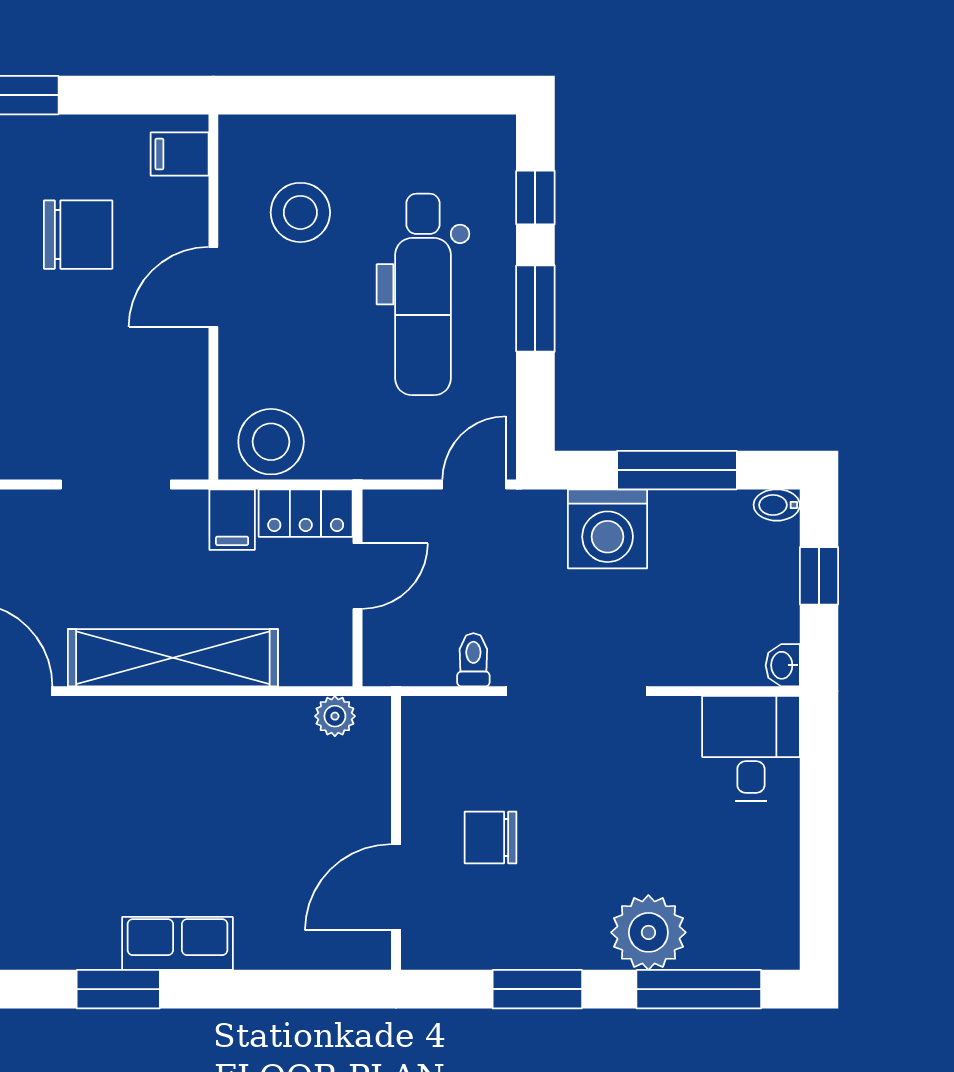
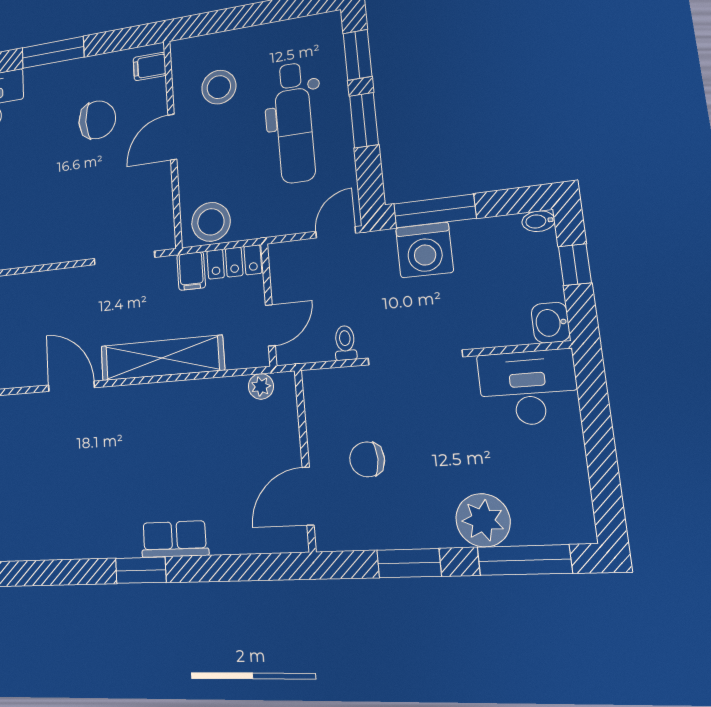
window: (535, 198) -> (358, 55), width x1.50
window: (677, 470) -> (435, 211), moved
door: (358, 576) -> (270, 325), moved
washbasin: (783, 665) -> (551, 323), width x1.38, depth x1.45
desk: (751, 749) -> (528, 388), width x1.37

